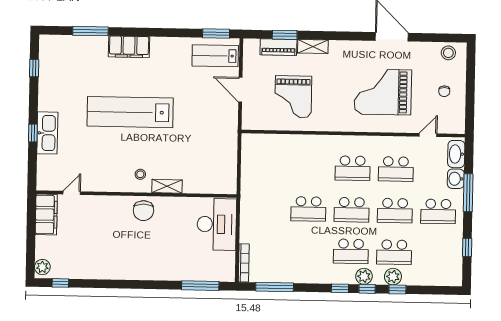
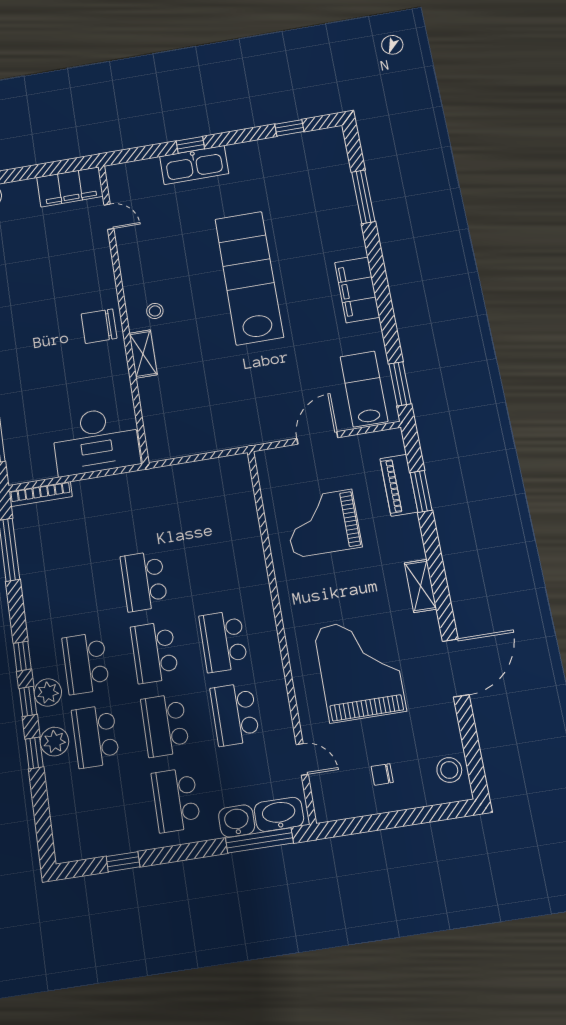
shelving: (313, 46) -> (420, 586), moved
filing cabinet: (129, 47) -> (357, 290), moved
window: (468, 193) -> (259, 840), moved

